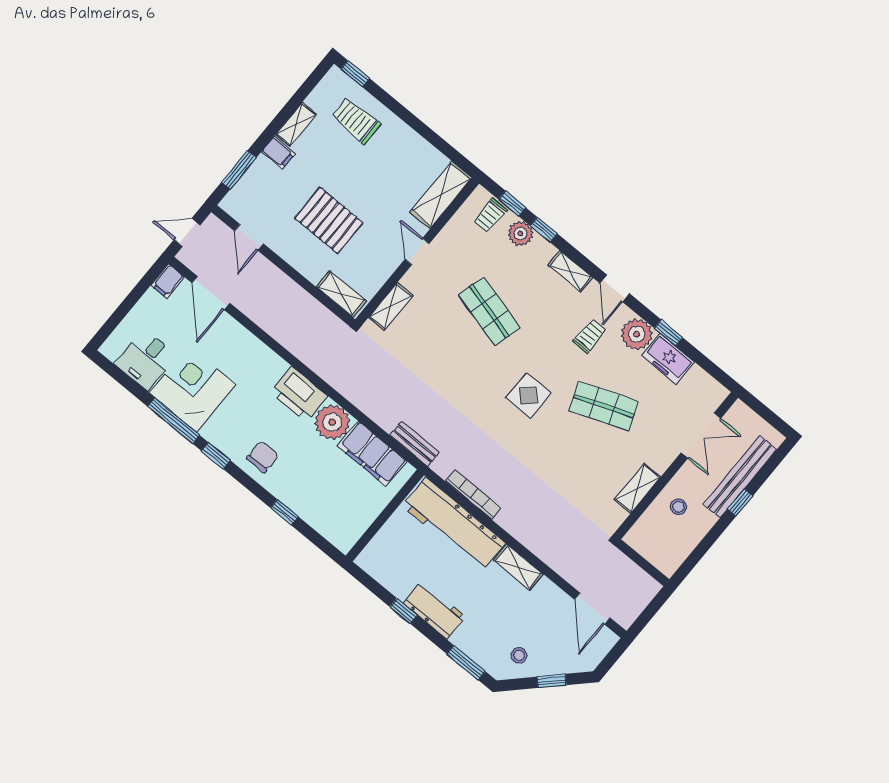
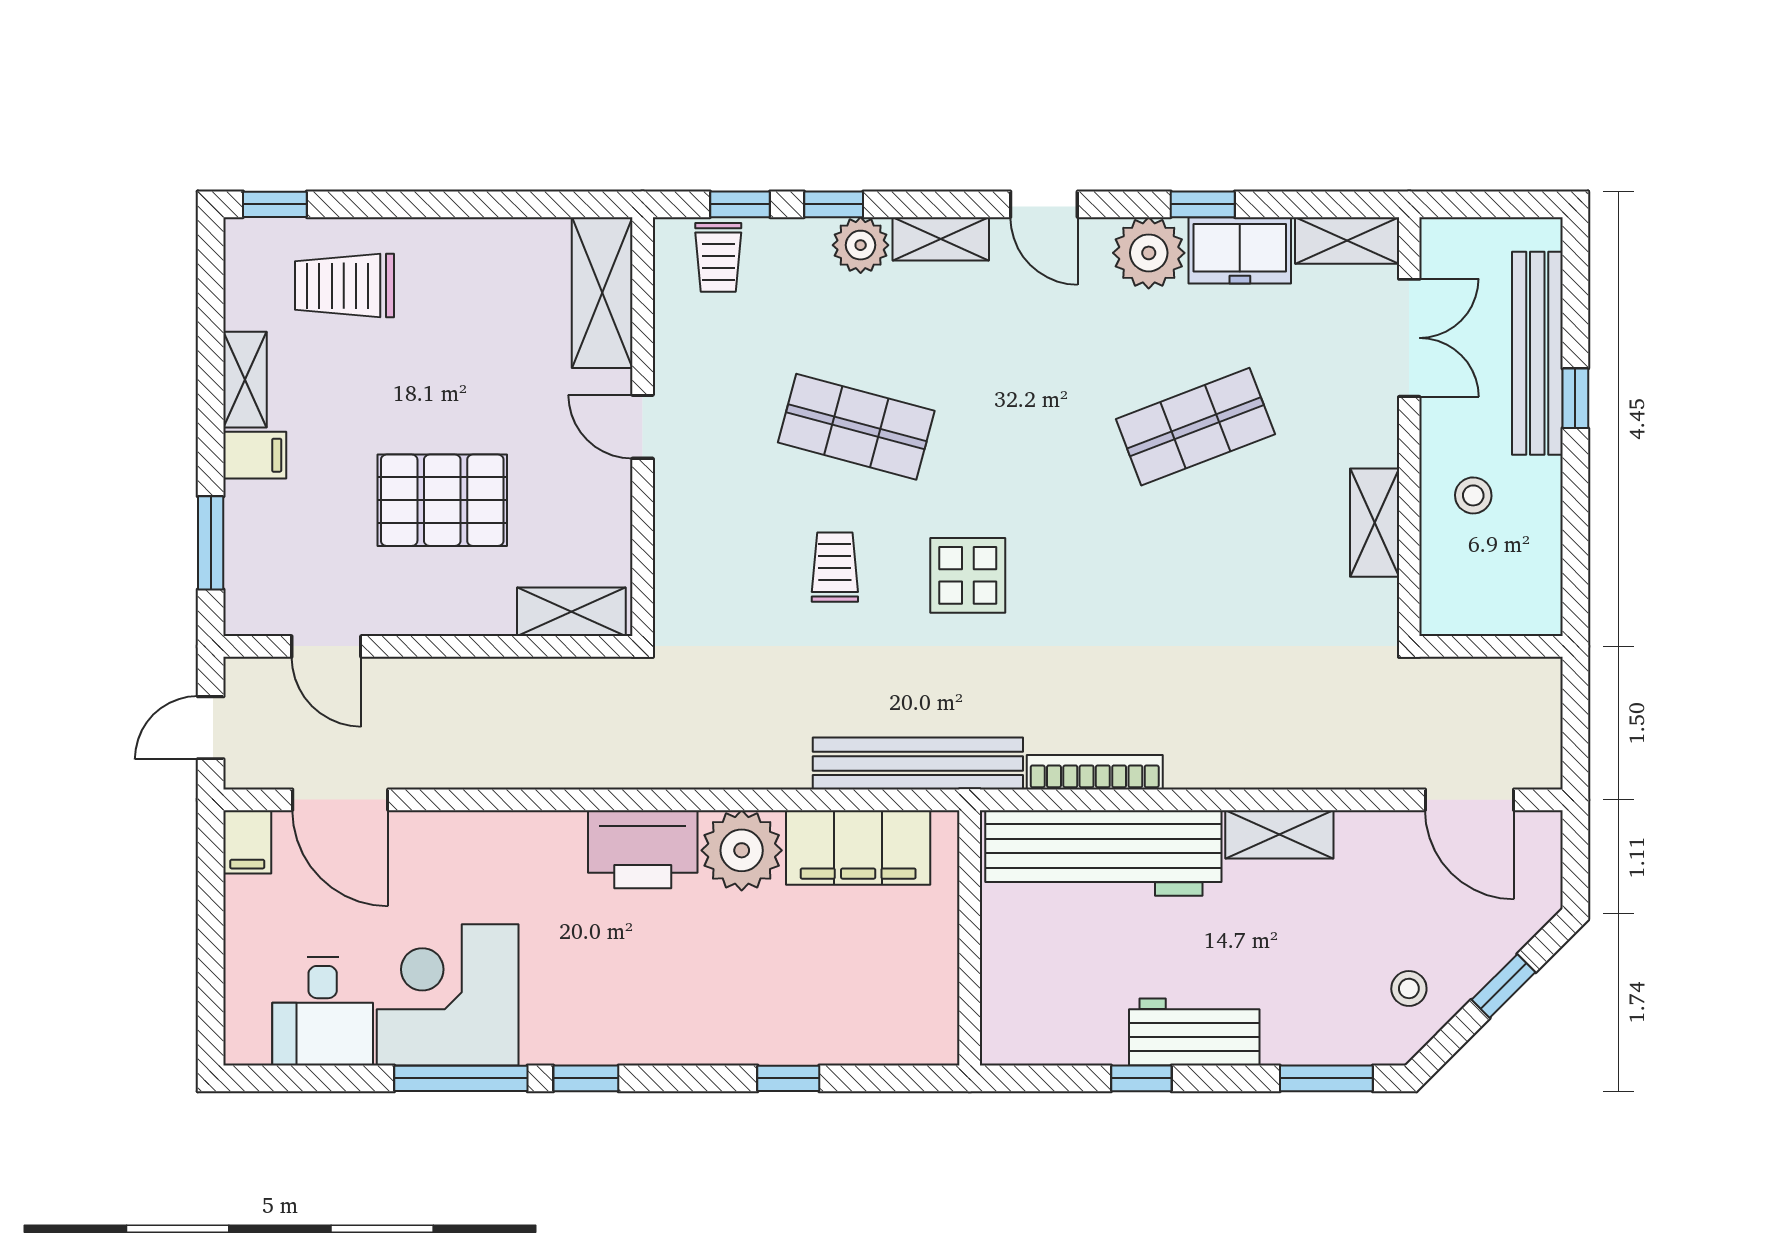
plant: (520, 234) -> (861, 245), moved
shelving: (391, 307) -> (1347, 241), moved, turned 90
trolley: (589, 336) -> (835, 567), moved
display table: (528, 396) -> (968, 575), moved
bench: (415, 444) -> (918, 763), width x1.86, depth x1.21
chair: (263, 457) -> (670, 1012), removed

